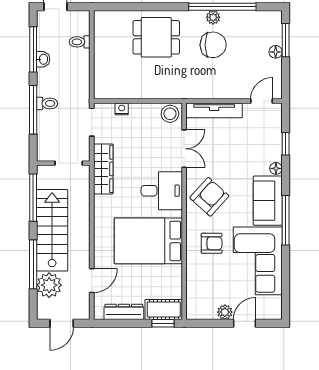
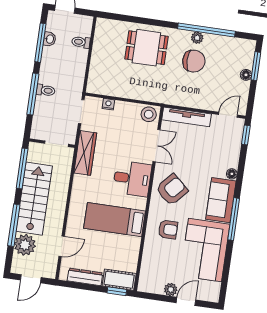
washbasin: (43, 59) -> (50, 39), moved
window: (286, 144) -> (246, 135), moved
bed: (148, 241) -> (115, 220), width x0.67

